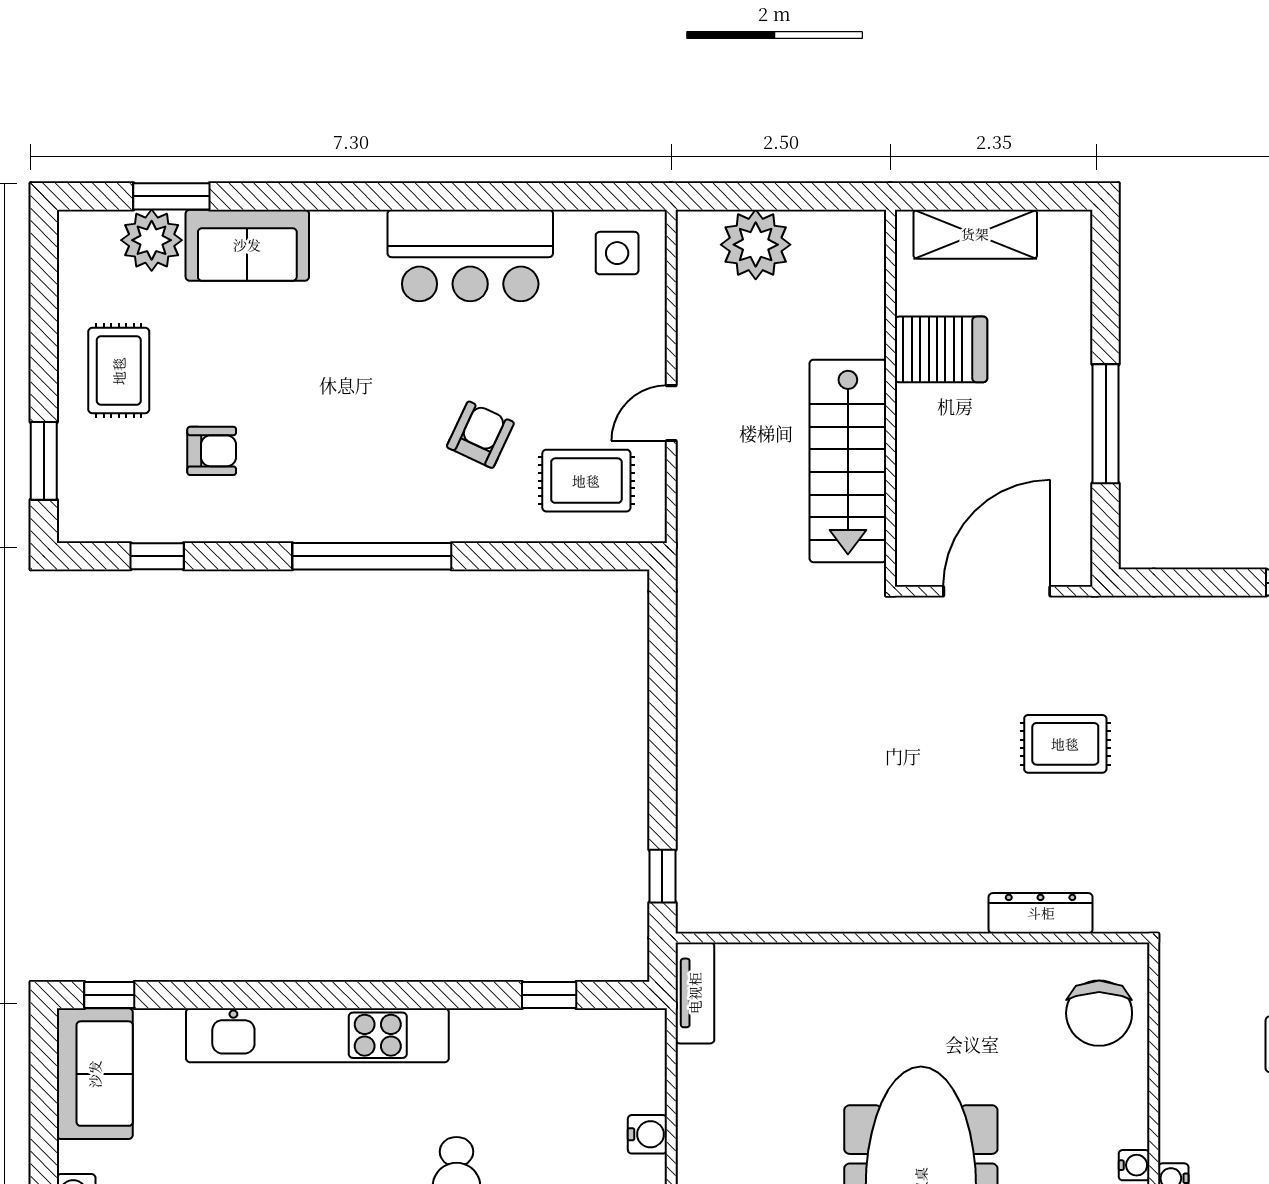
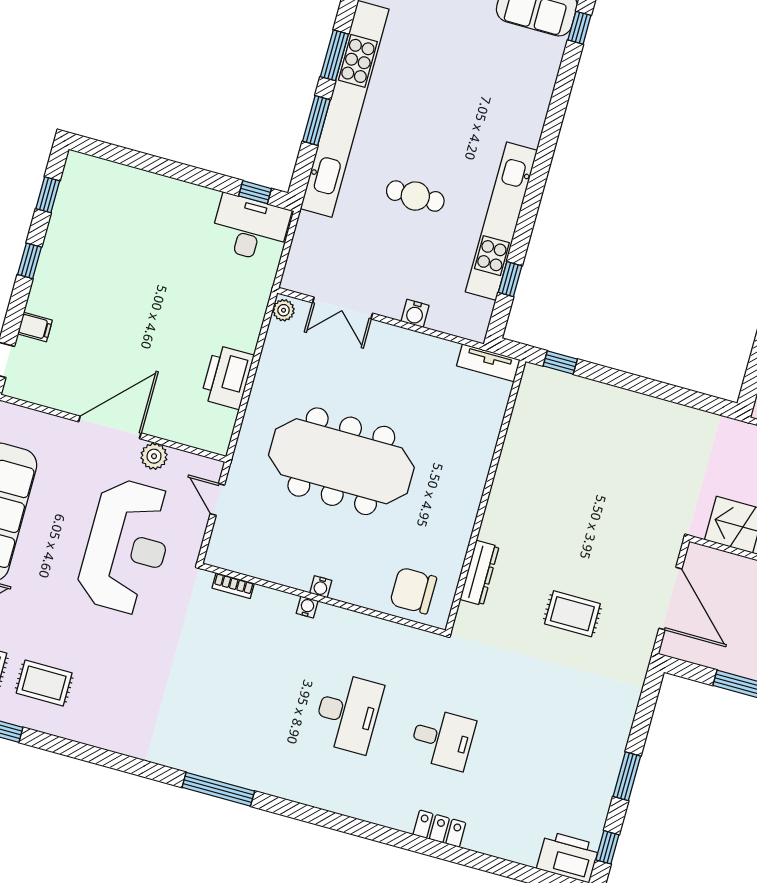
rug: (1065, 744) -> (572, 614), turned 90
kitchen unit: (317, 1035) -> (501, 221), moved

